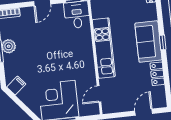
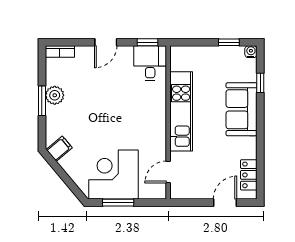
window: (163, 42) -> (260, 83), moved
locker: (157, 74) -> (249, 175), moved

